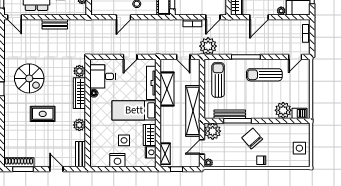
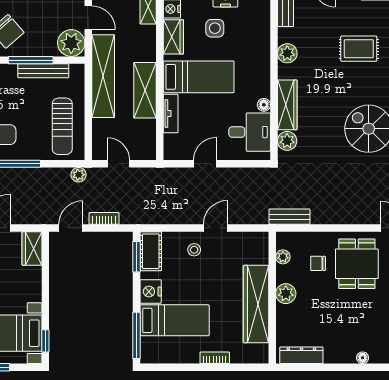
bench: (55, 24) -> (289, 217), moved
plant: (208, 46) -> (79, 175), width x0.53, depth x0.53
tv unit: (151, 83) -> (171, 113), width x0.71
shelving: (167, 89) -> (145, 90), moved
rug: (43, 114) -> (359, 49), moved
door: (202, 147) -> (88, 18), hinge flipped

